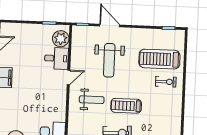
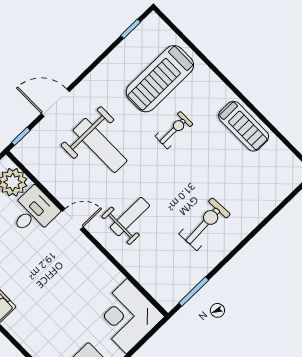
door: (69, 77) -> (73, 219), hinge flipped
exercise bike: (166, 82) -> (174, 130), moved
treadmill: (126, 106) -> (244, 126), moved, turned -90

